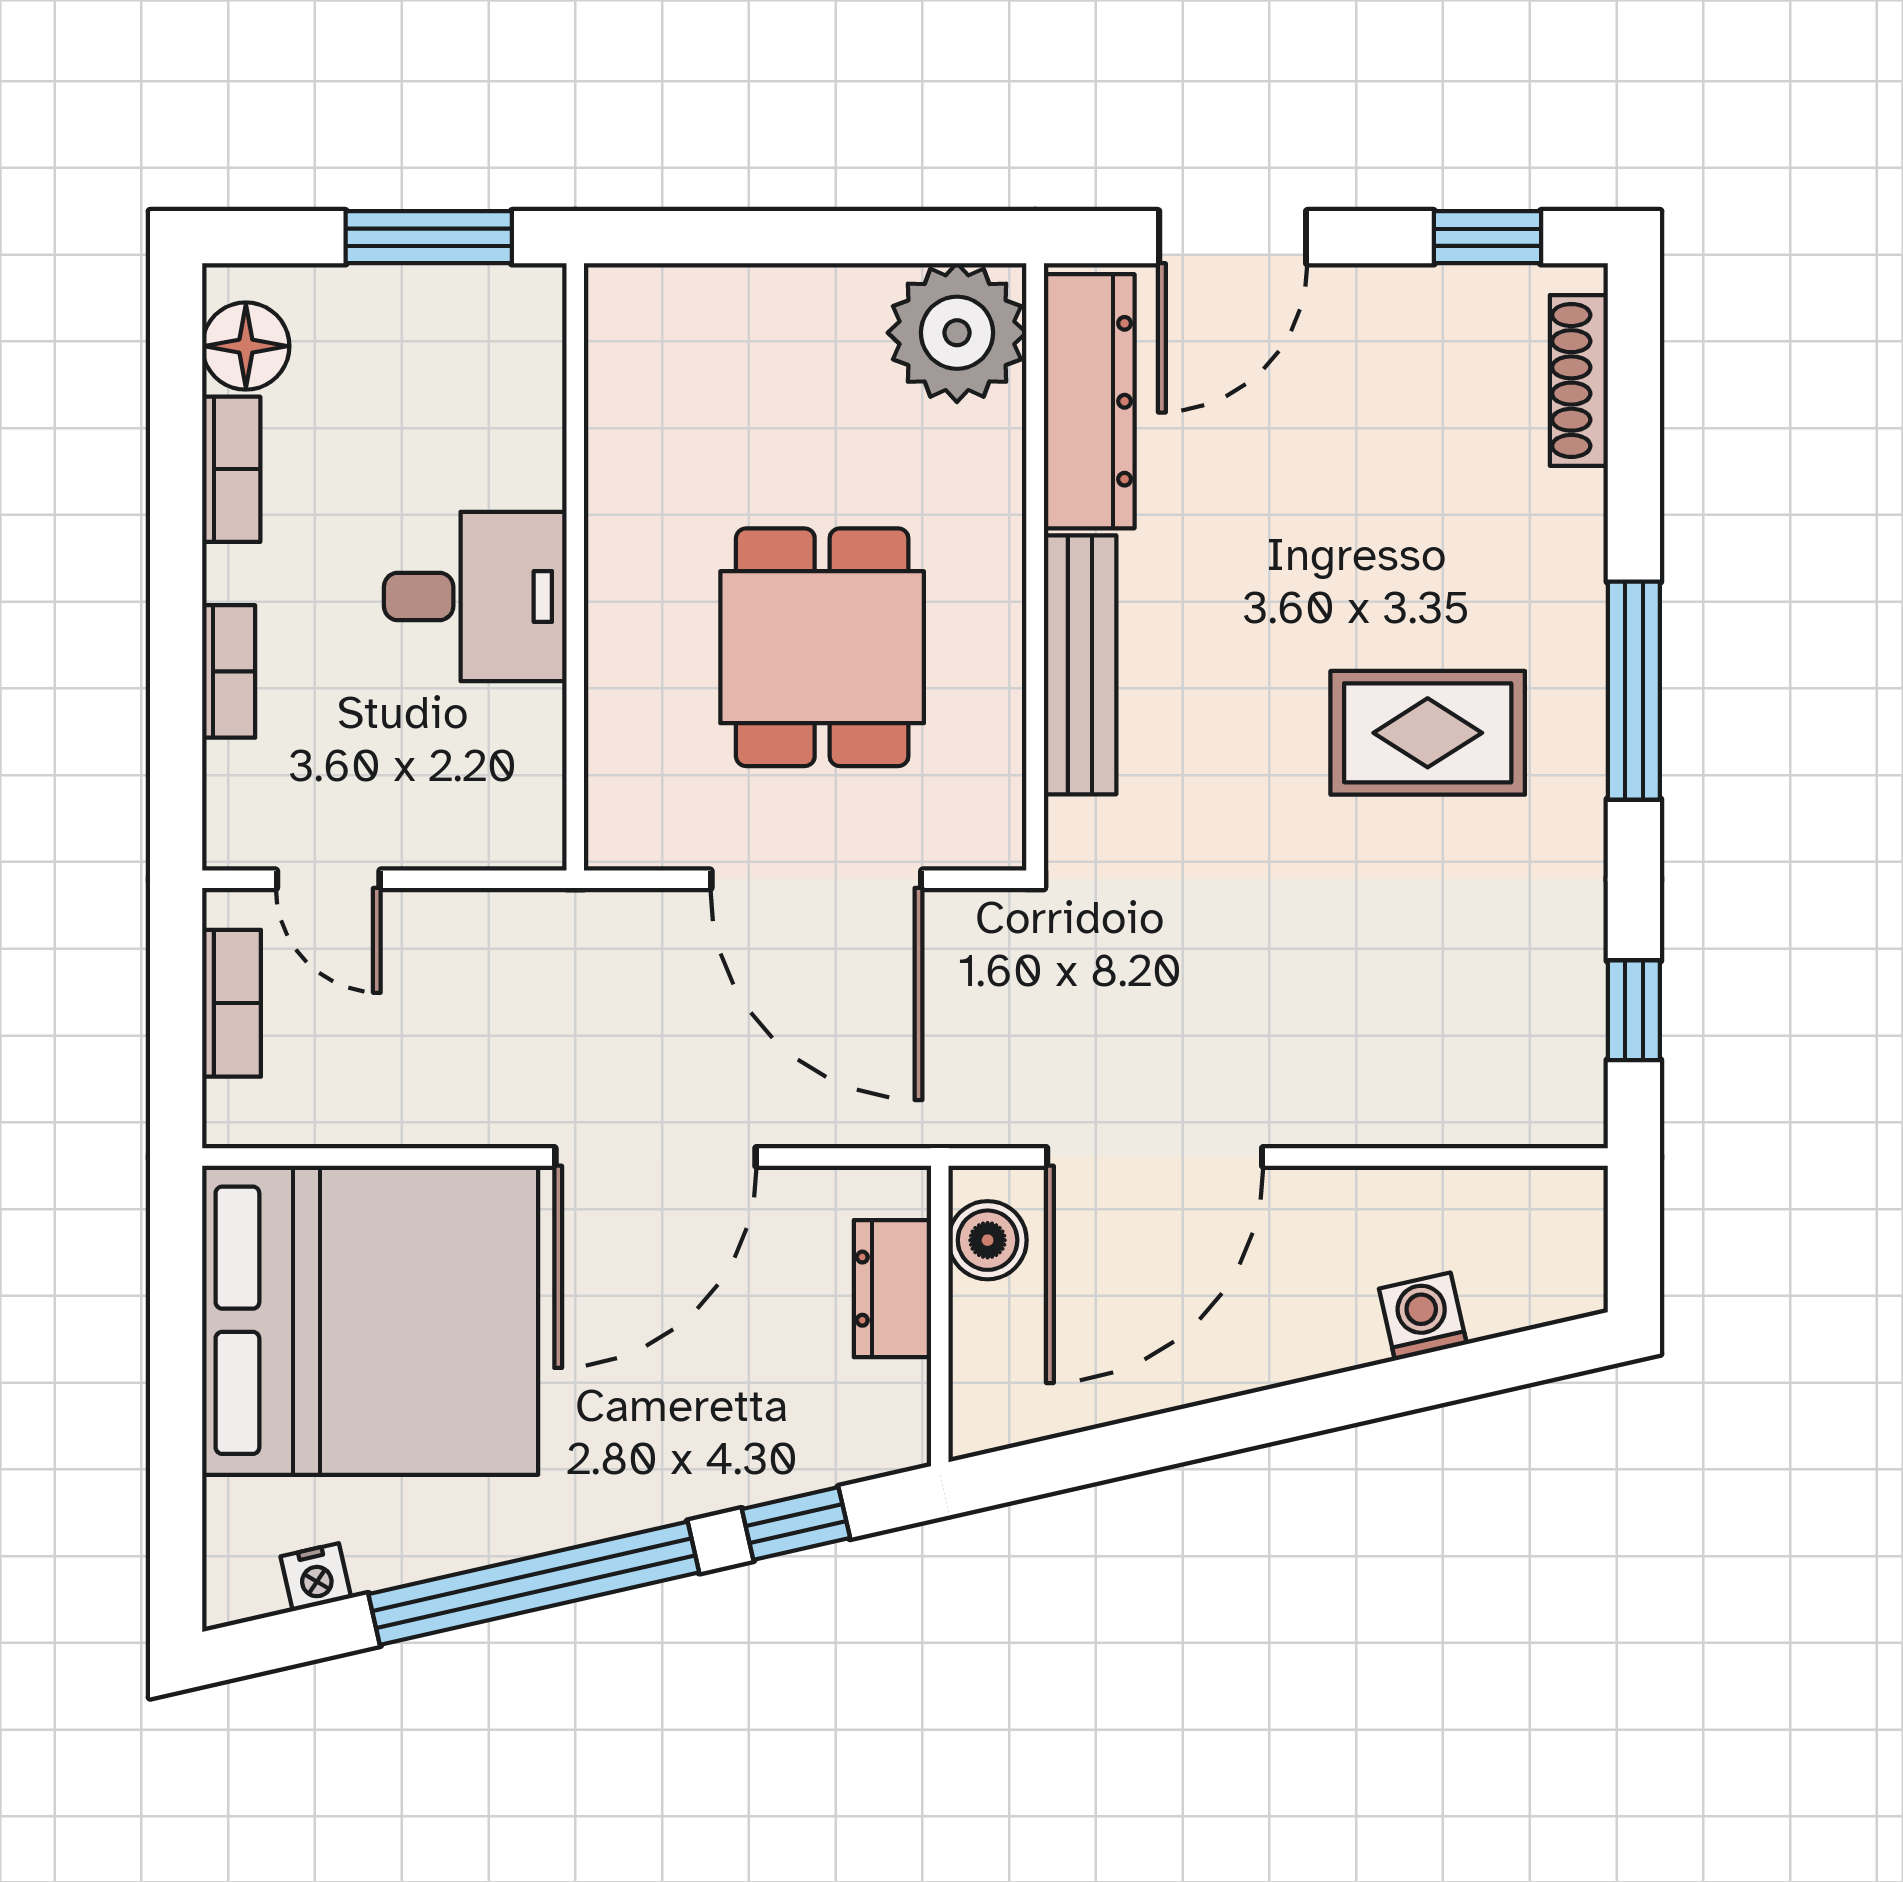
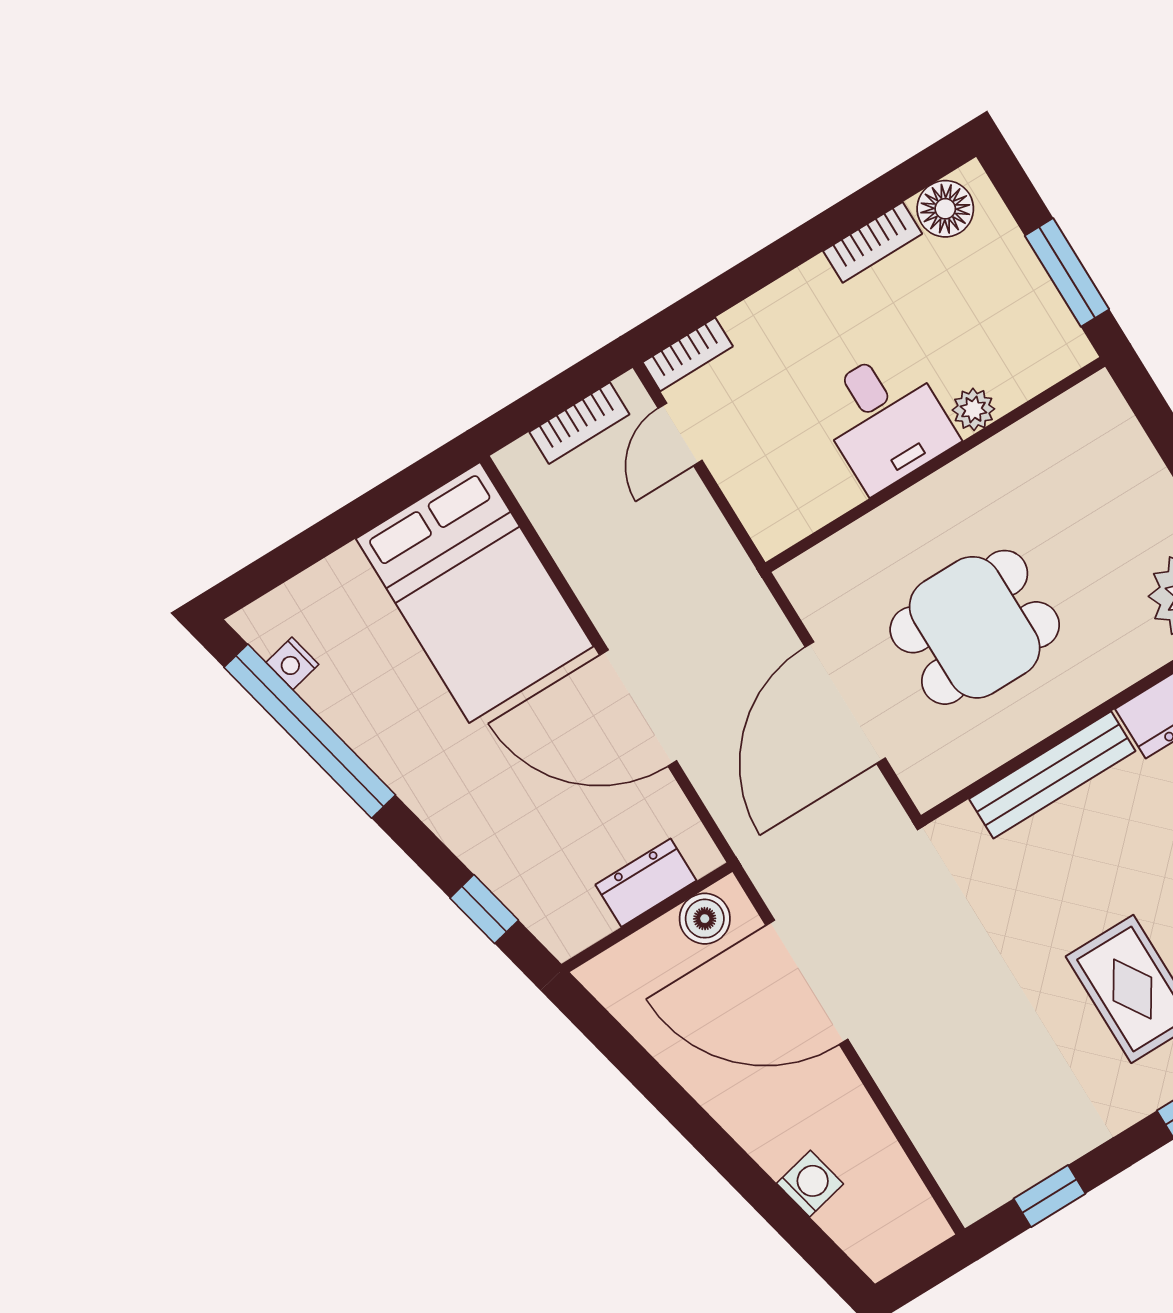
plant: (534, 472) -> (973, 409), added
bookcase: (229, 671) -> (688, 354), moved
bed: (370, 1320) -> (475, 592), width x0.73
window: (534, 1583) -> (310, 731), moved

